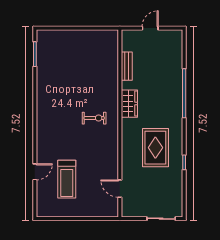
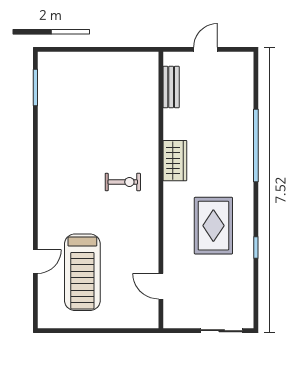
bench: (127, 66) -> (171, 87), moved
treadmill: (67, 179) -> (82, 272), width x1.37, depth x1.38

